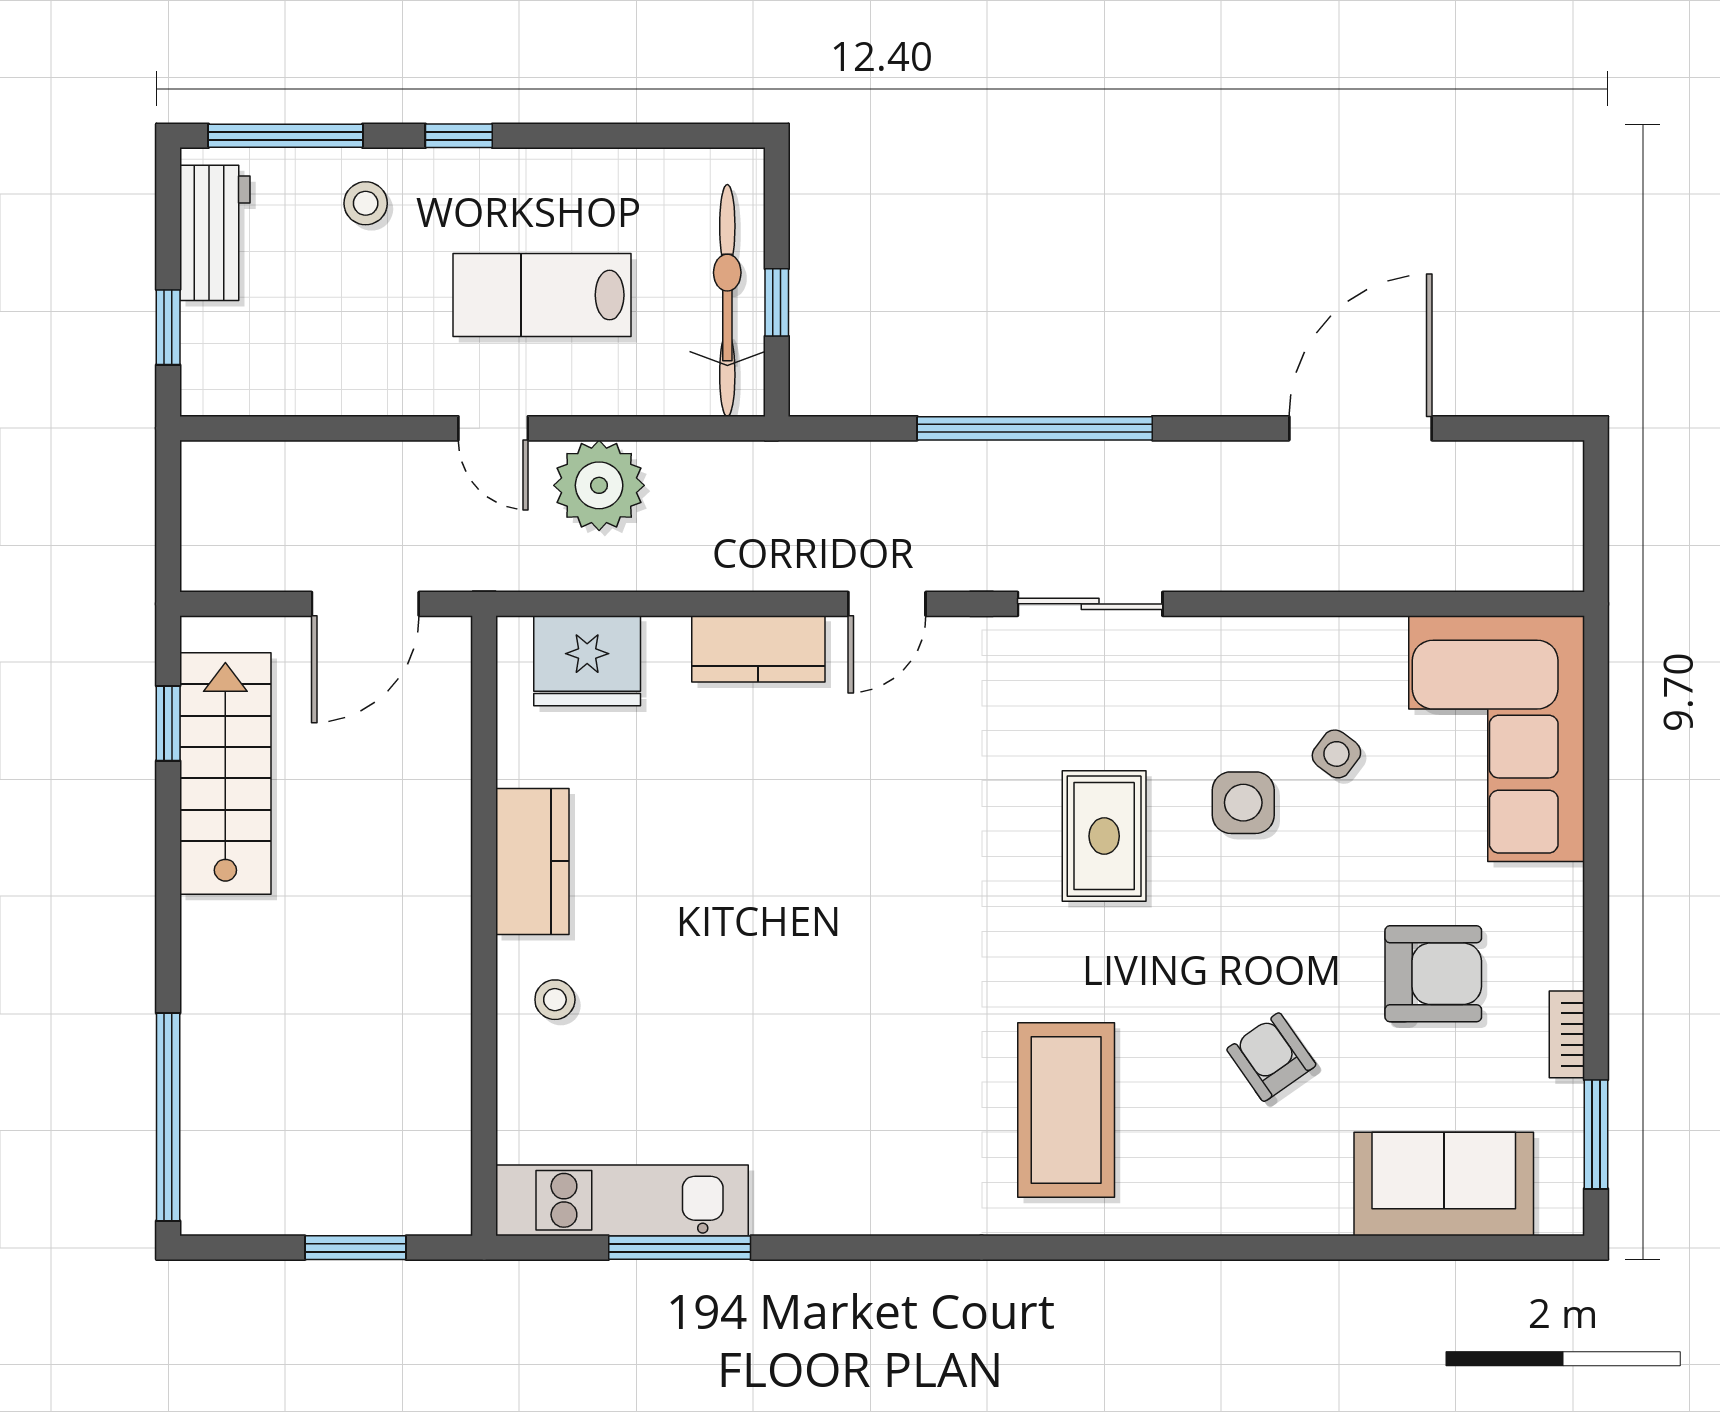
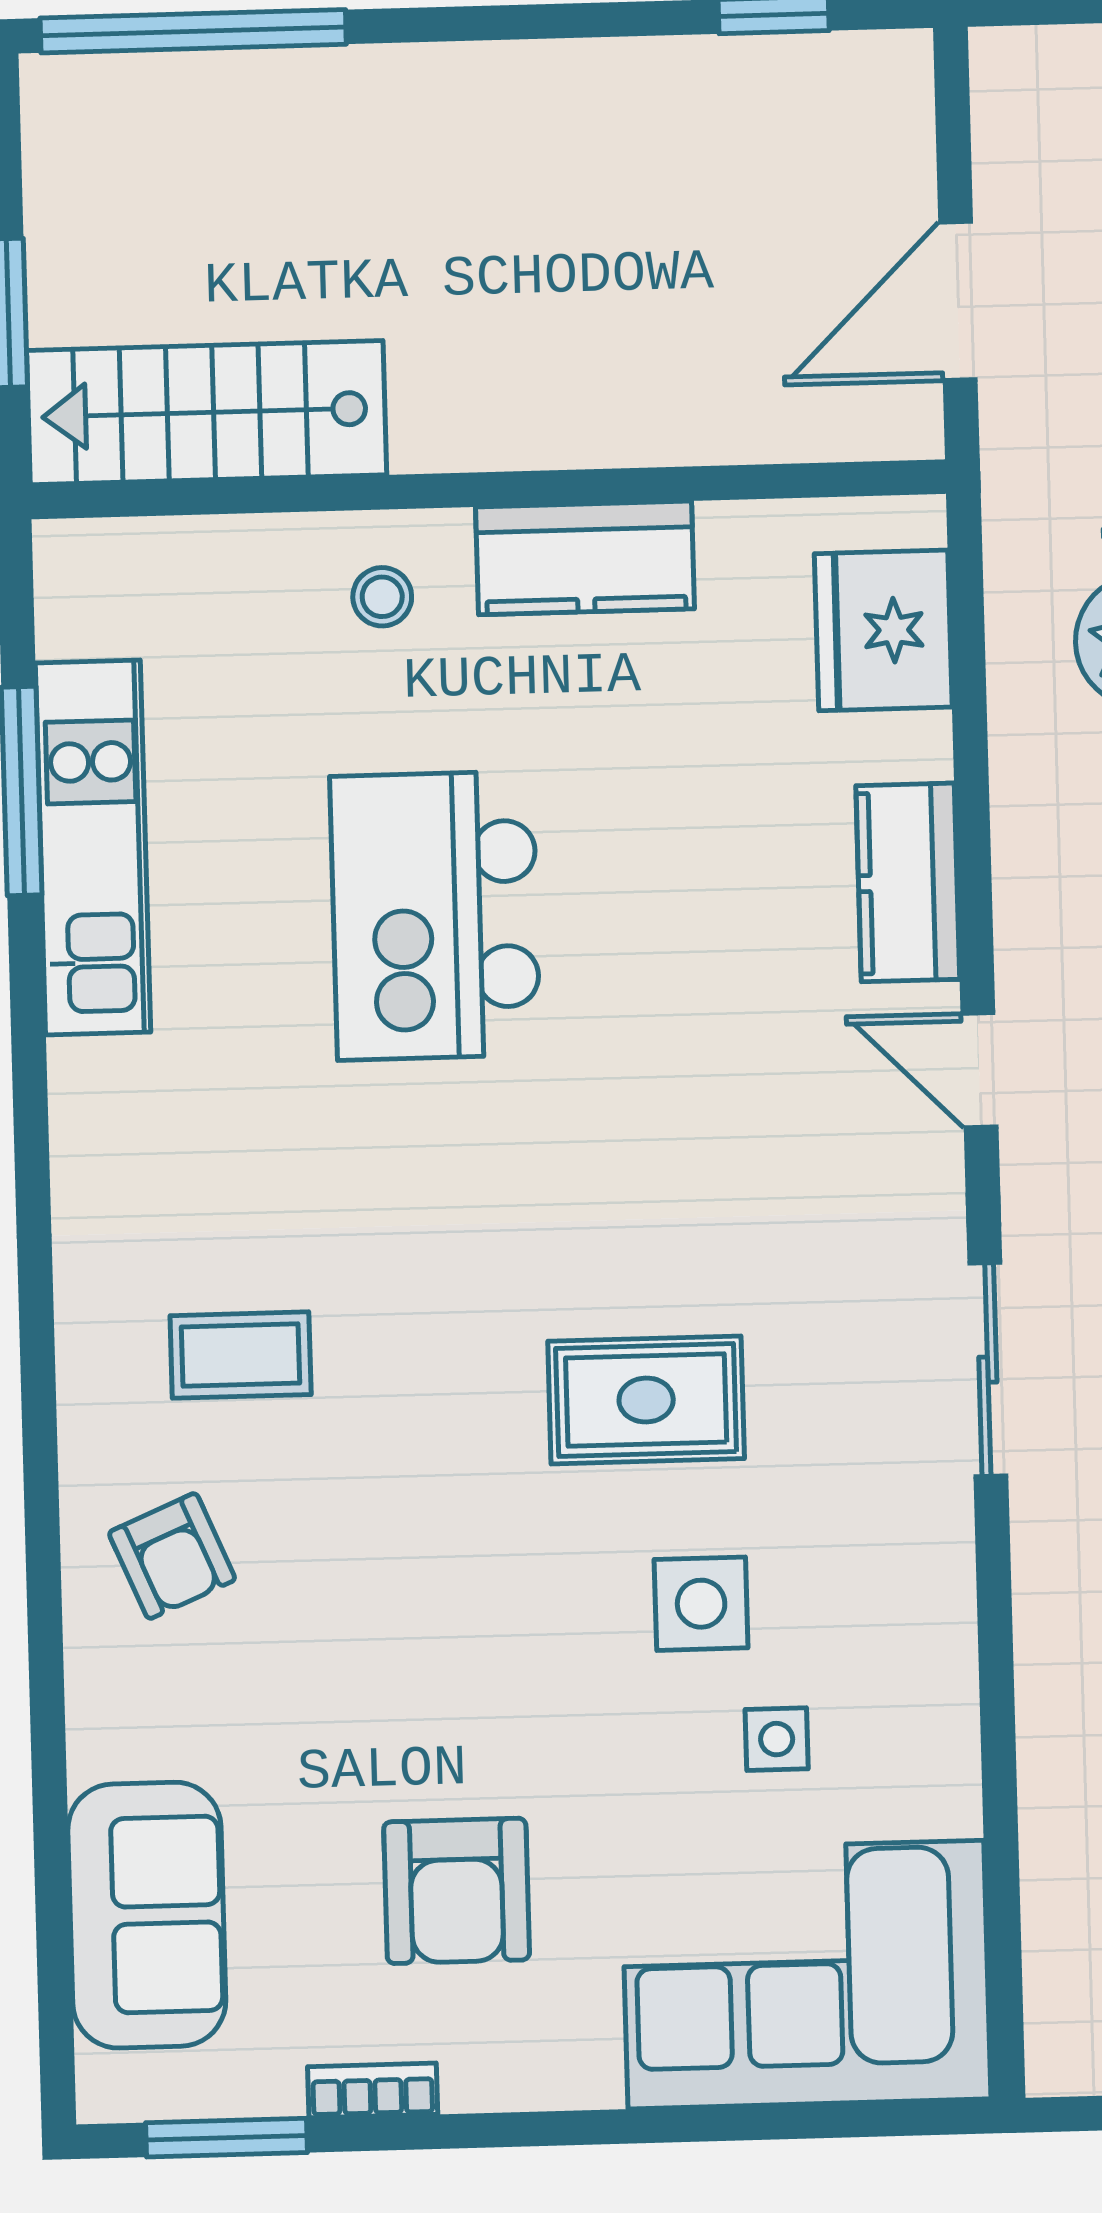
door: (365, 604) -> (958, 301), hinge flipped
side table: (1336, 754) -> (777, 1739), turned -37
stairs: (225, 774) -> (207, 413), moved, turned 180
kitchen island: (772, 970) -> (435, 916), added
armchair: (1271, 1057) -> (172, 1556), moved, turned 102
coffee table: (1066, 1110) -> (241, 1355), width x0.54, depth x0.58
kitchen unit: (622, 1200) -> (93, 848), moved

